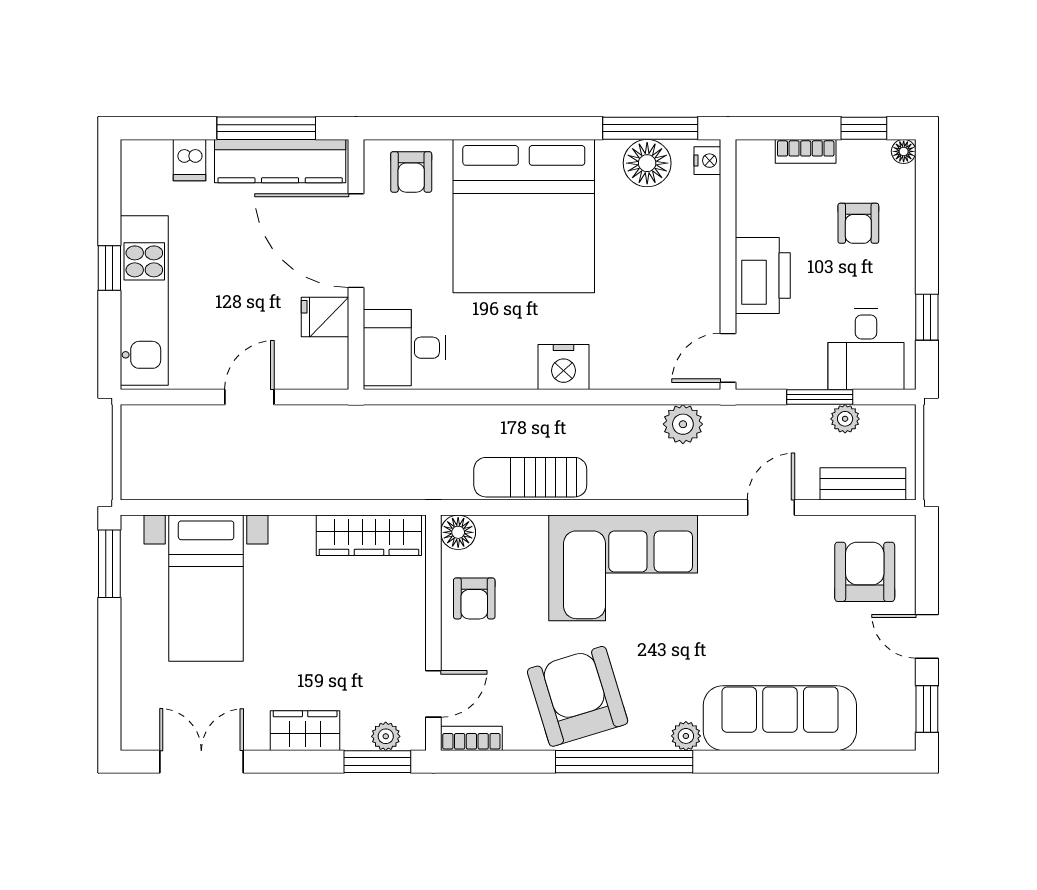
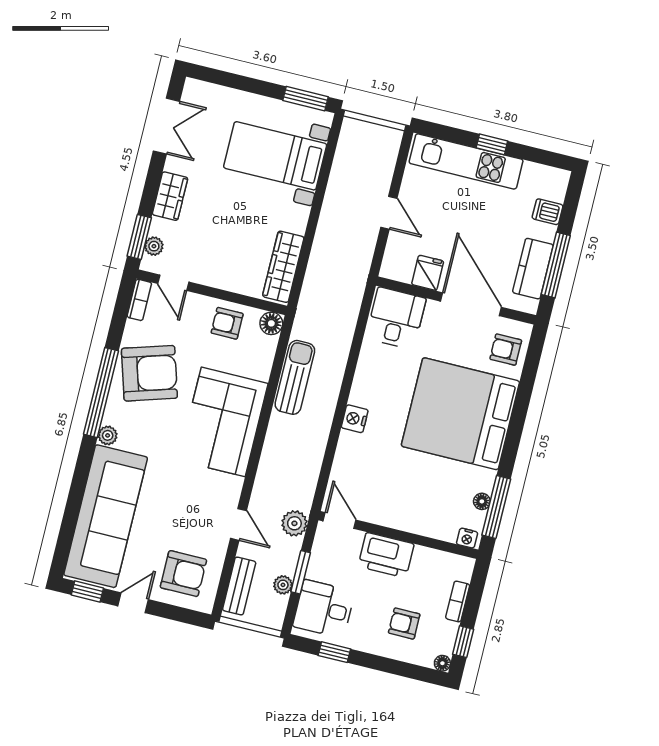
kitchen counter: (280, 161) -> (533, 269), width x0.67
floor lamp: (647, 163) -> (482, 501), width x0.53, depth x0.53
door: (356, 241) -> (471, 304), hinge flipped
nightstand: (563, 367) -> (355, 419), width x0.74, depth x0.75
plant: (683, 424) -> (294, 523), moved
sofa: (780, 718) -> (106, 516), width x1.36, depth x1.27

